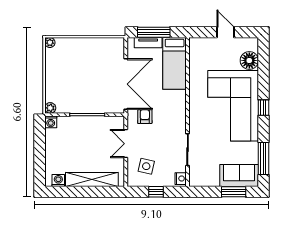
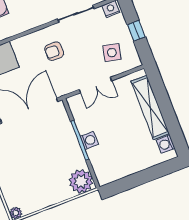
plant: (50, 108) -> (81, 181), width x1.88, depth x1.88
armchair: (145, 117) -> (54, 51), moved
washing machine: (51, 122) -> (89, 140), moved

